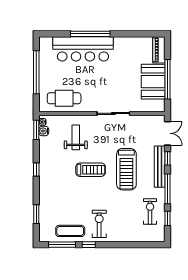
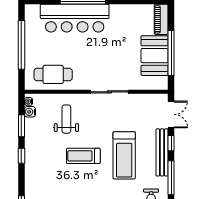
window: (36, 130) -> (21, 126), moved
treadmill: (91, 170) -> (83, 156), turned 180

